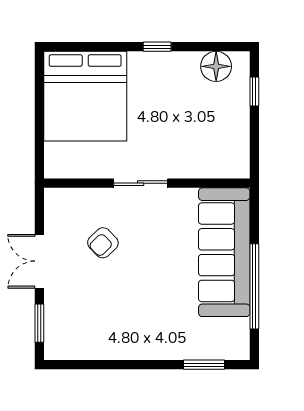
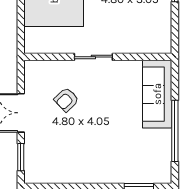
sofa: (224, 252) -> (157, 94), width x0.74, depth x0.79

